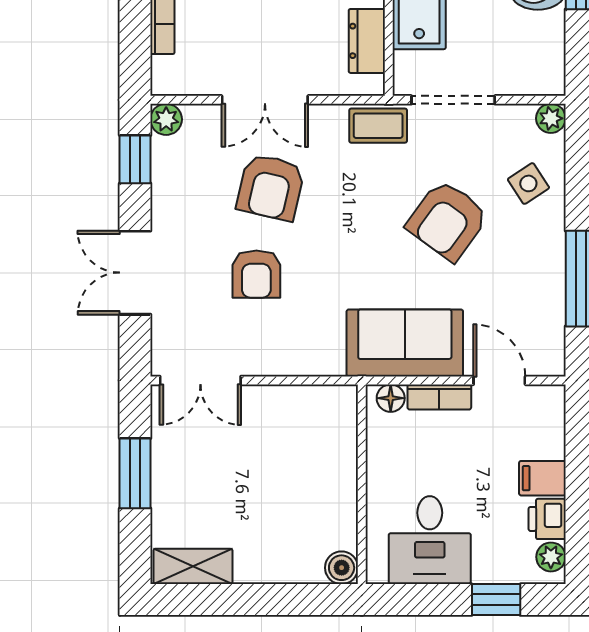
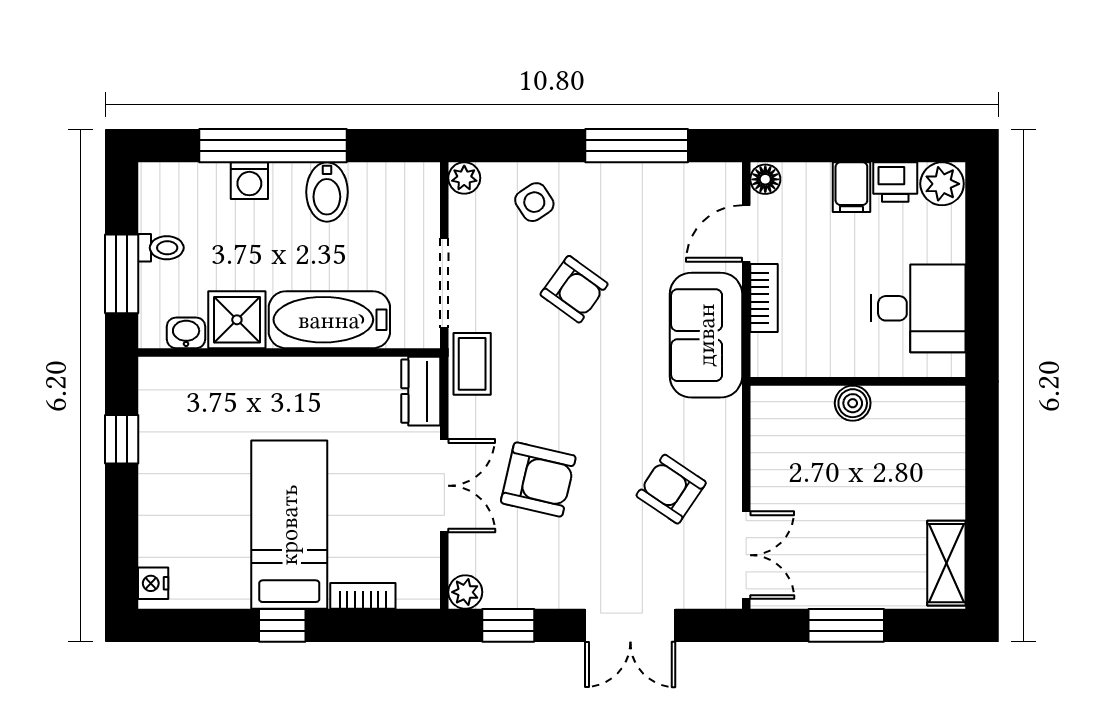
dresser: (367, 41) -> (421, 391), moved, turned 90
armchair: (447, 220) -> (574, 289), width x0.72, depth x0.72
armchair: (256, 274) -> (671, 489), moved, turned -146
floor lamp: (391, 398) -> (765, 179), moved
plant: (551, 557) -> (942, 184), width x1.38, depth x1.38
boiler: (342, 568) -> (853, 403), moved
window: (496, 600) -> (982, 237), removed

